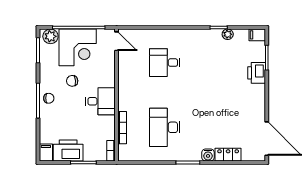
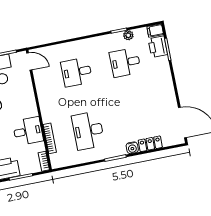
desk: (219, 63) -> (125, 62), added
printer: (257, 73) -> (158, 47), moved
desk: (100, 101) -> (28, 131), moved

